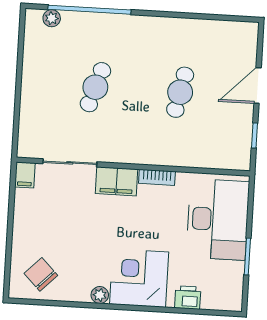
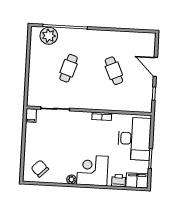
plant: (52, 18) -> (49, 36), width x1.87, depth x1.87
door: (258, 86) -> (155, 67), hinge flipped
cafe table: (180, 92) -> (114, 71), turned -36
filing cabinet: (117, 181) -> (137, 180), moved, turned 180

